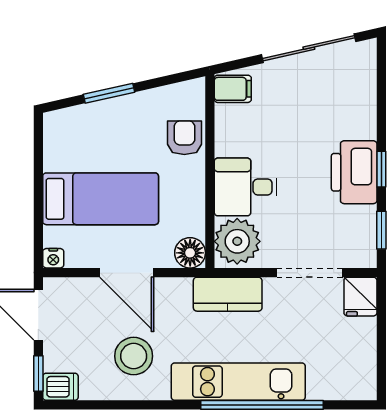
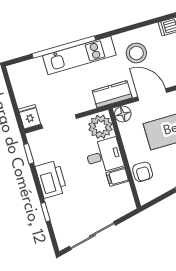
filing cabinet: (233, 89) -> (117, 177), moved
window: (381, 169) -> (46, 212), moved
kitchen counter: (228, 294) -> (112, 94), moved

